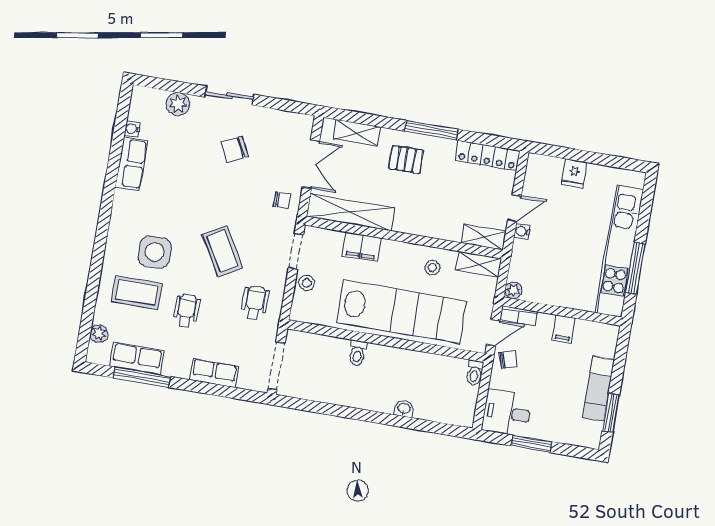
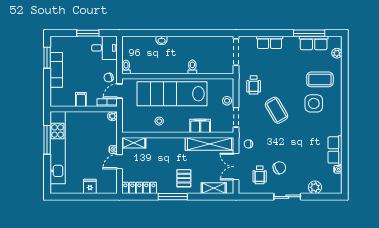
pallet: (406, 160) -> (184, 178), turned 90
shelving: (479, 264) -> (134, 127), removed
wheelchair: (186, 311) -> (260, 175), moved

